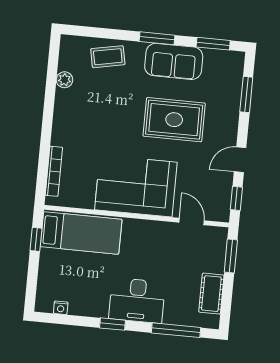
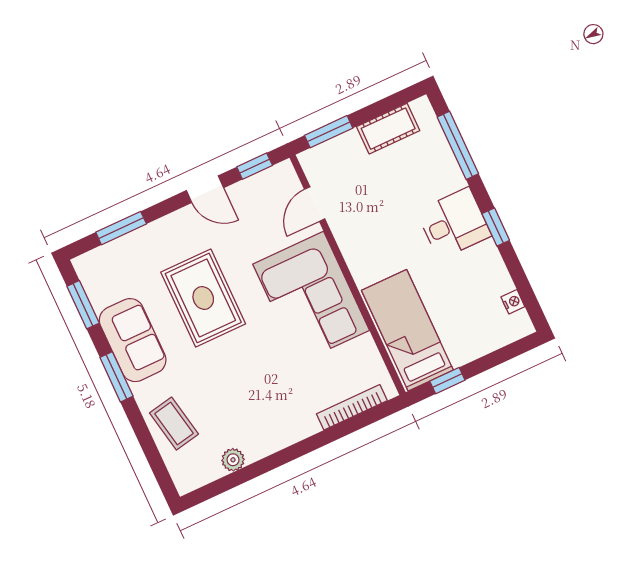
desk: (137, 300) -> (454, 223), width x0.73

